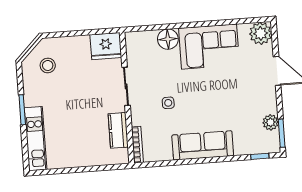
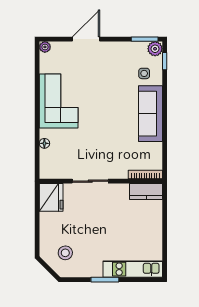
plant: (261, 33) -> (45, 47), width x0.53, depth x0.53
floor lamp: (168, 39) -> (44, 143), width x0.53, depth x0.53
side table: (168, 103) -> (144, 73), moved
plant: (271, 122) -> (155, 49), moved
kitchen counter: (118, 130) -> (146, 191), moved

